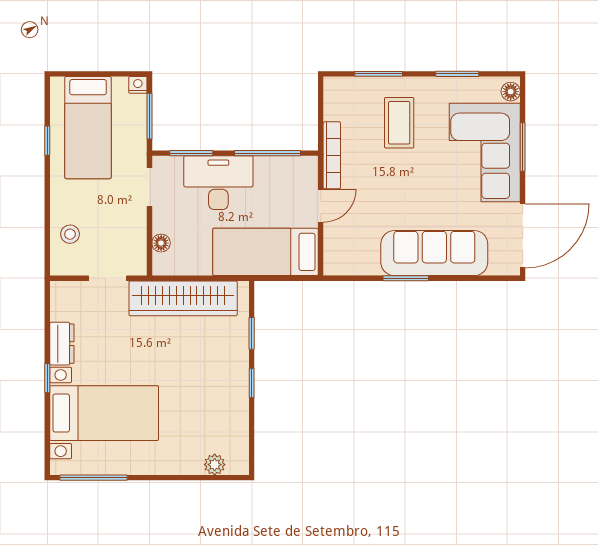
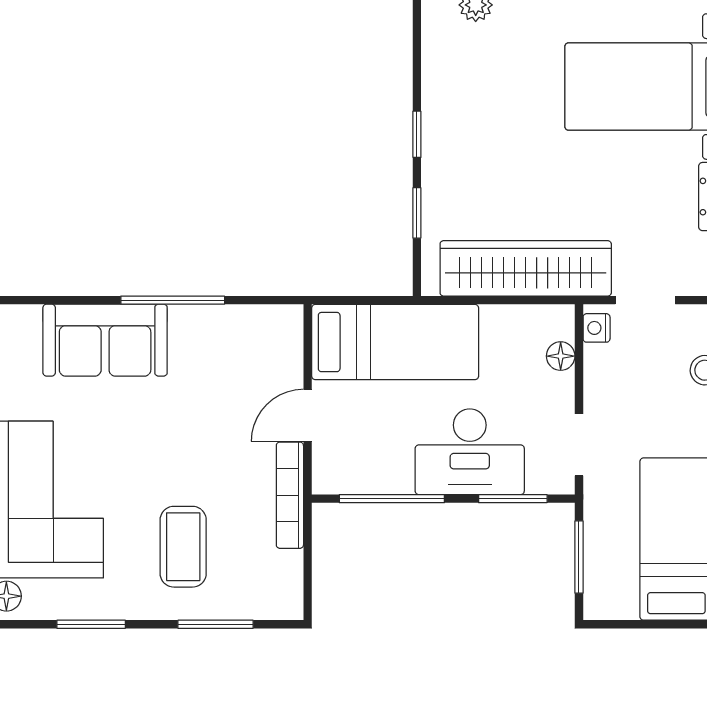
nightstand: (138, 85) -> (597, 328), moved, turned 90
sofa: (434, 253) -> (105, 340), width x0.73
window: (406, 278) -> (173, 300), width x1.44

